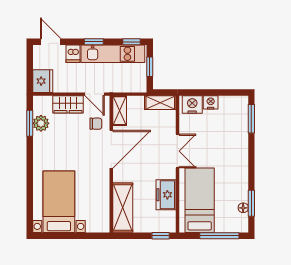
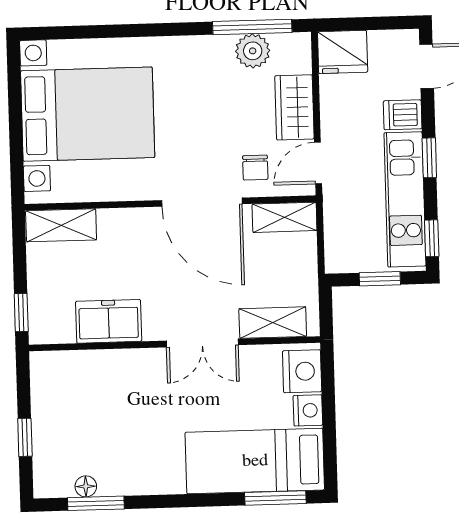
shelving: (160, 103) -> (273, 323), moved, turned 90
window: (30, 123) -> (252, 27), width x1.44
bed: (200, 200) -> (255, 461), moved, turned 180
bed with nightstands: (59, 202) -> (88, 114), width x1.36
shelving: (123, 208) -> (61, 225), width x0.67, depth x0.75
window: (219, 236) -> (25, 437), width x0.46

